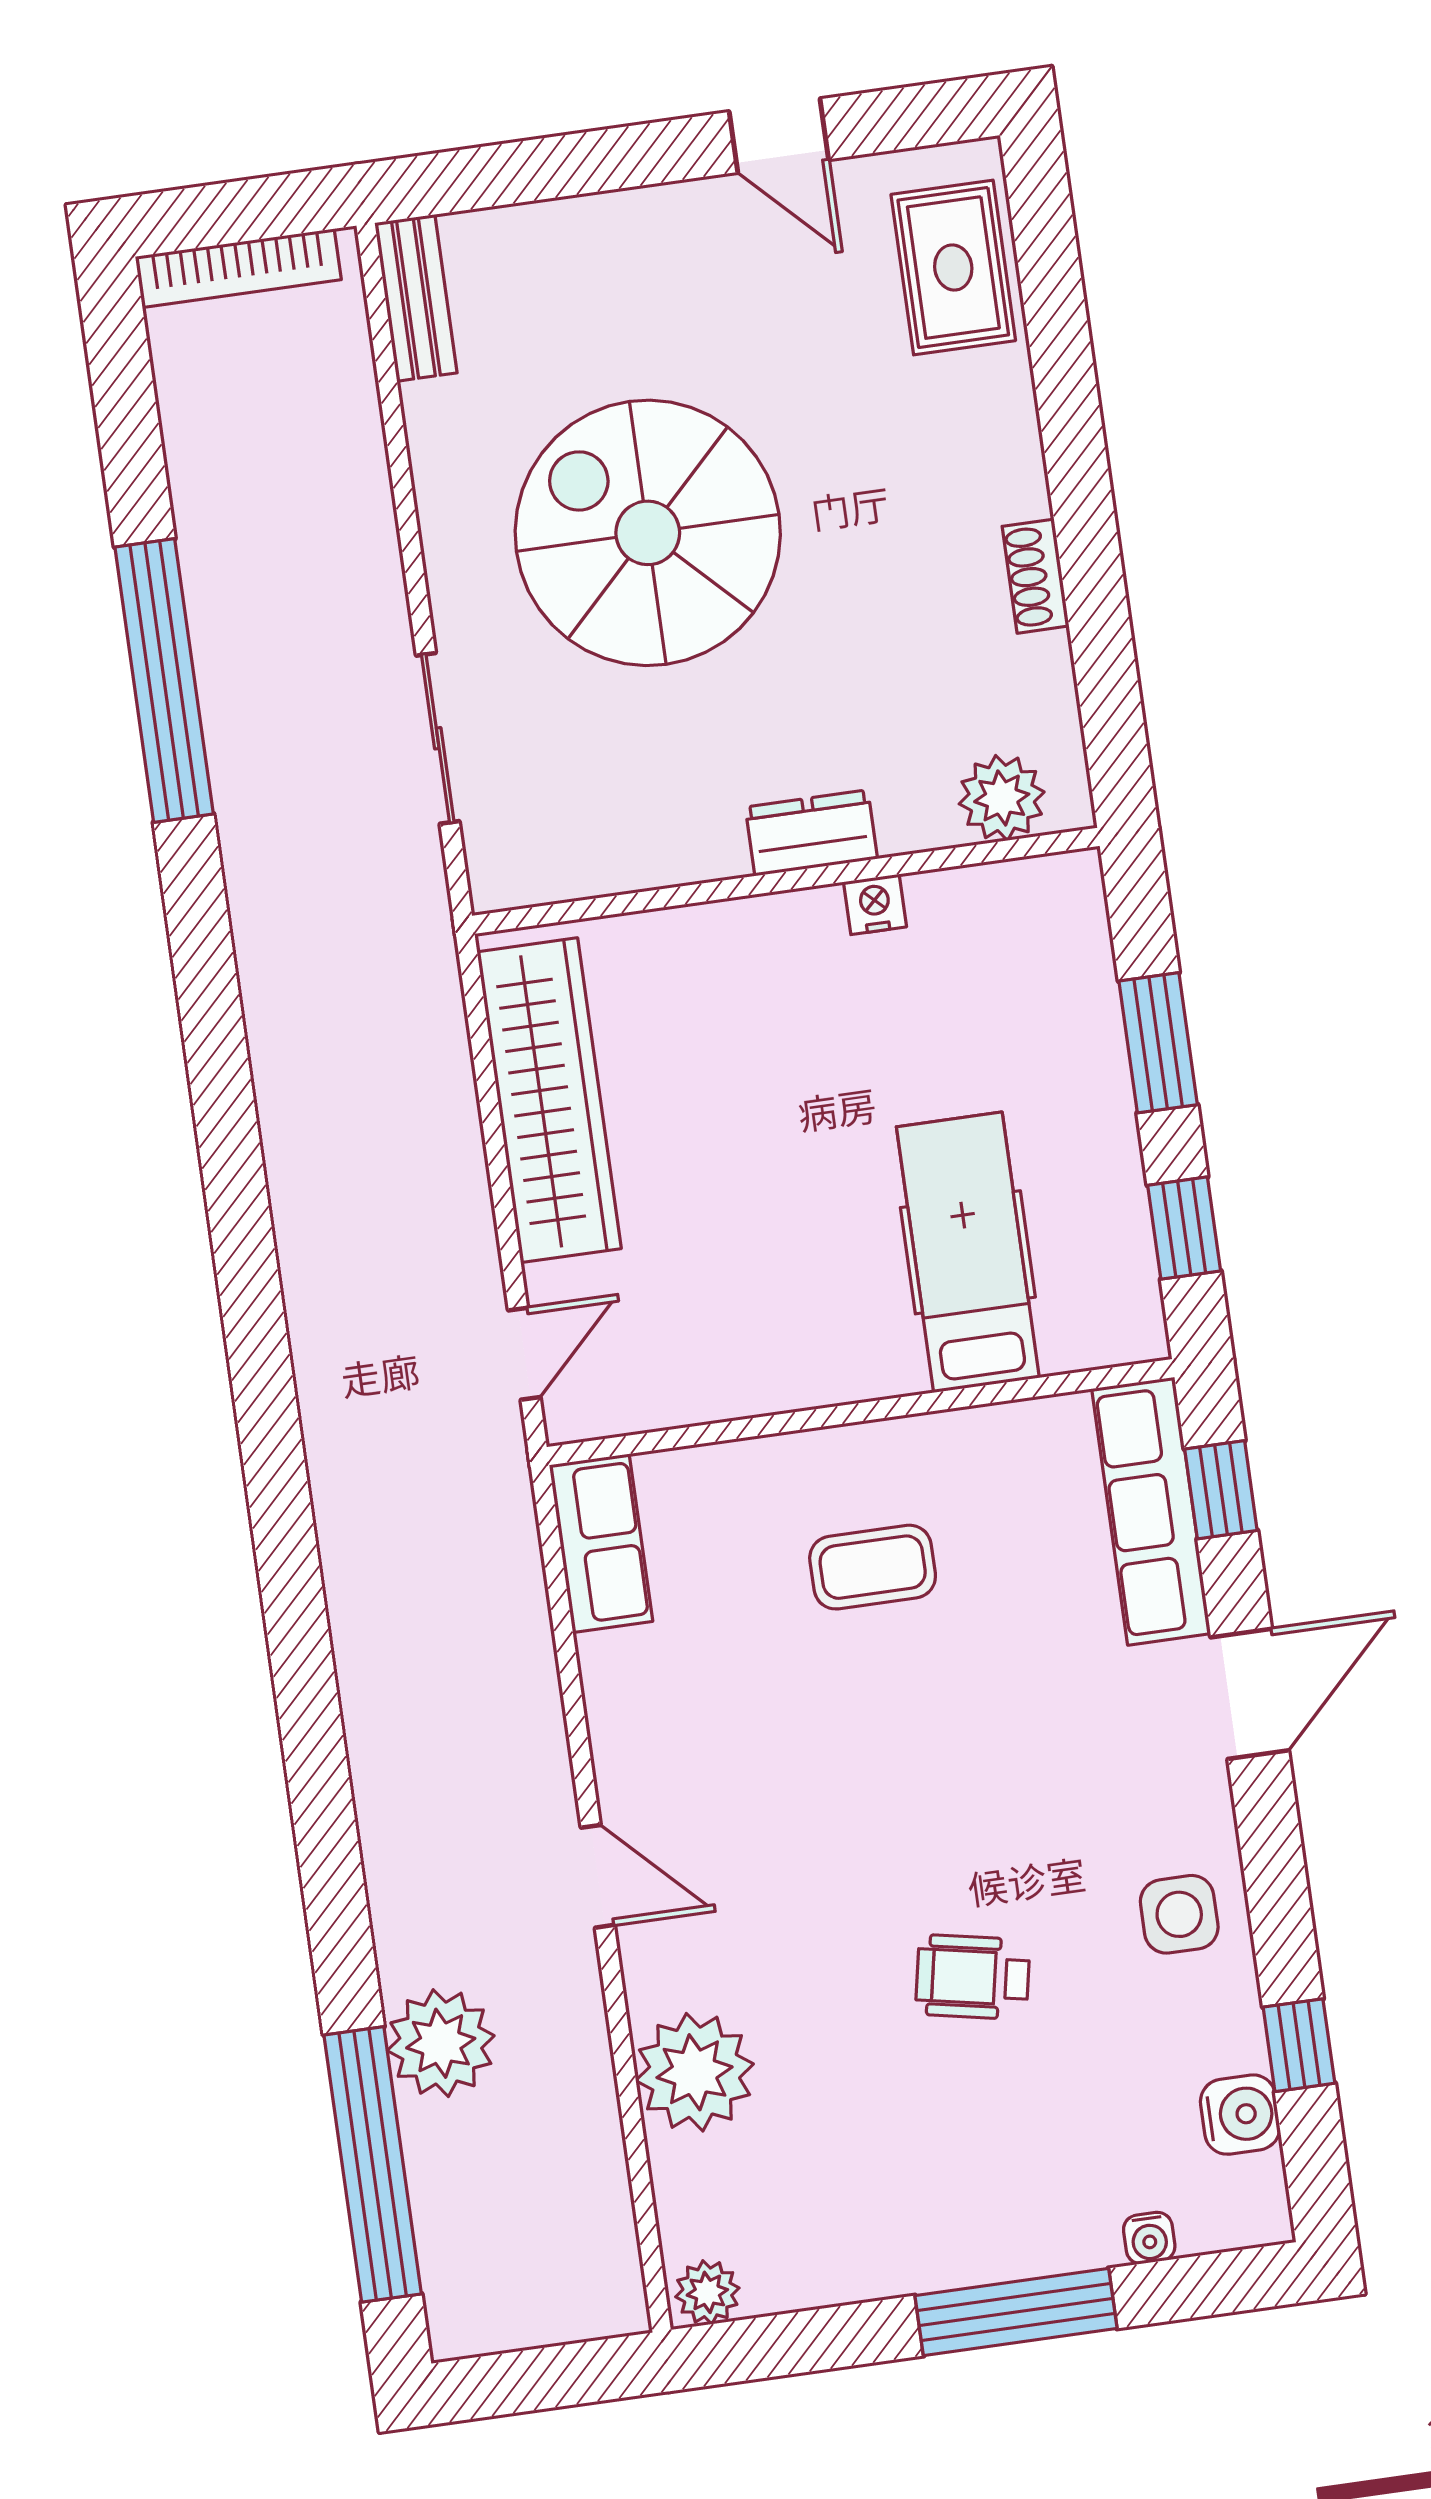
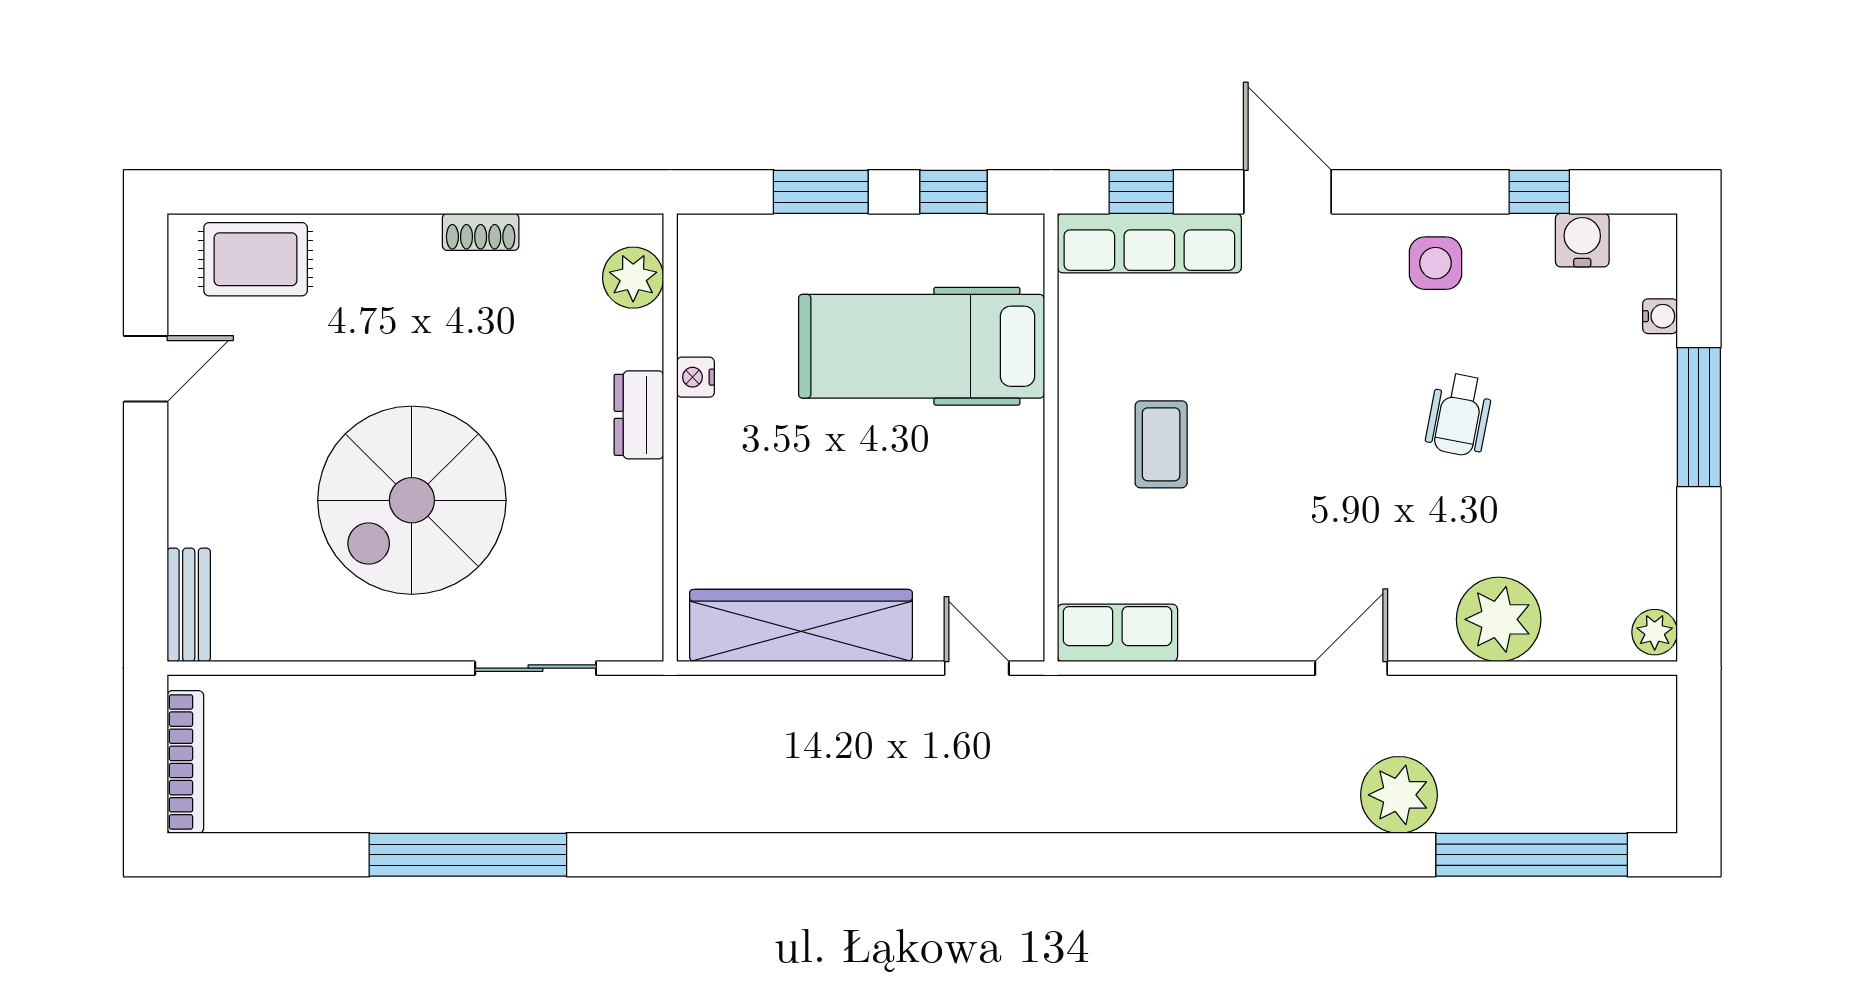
bench: (416, 298) -> (189, 605), moved, turned 90
hospital bed: (968, 1252) -> (922, 346), width x1.37, depth x1.29
plant: (441, 2043) -> (1399, 795), moved

